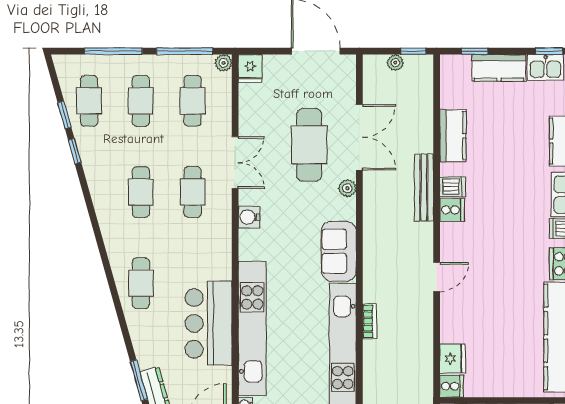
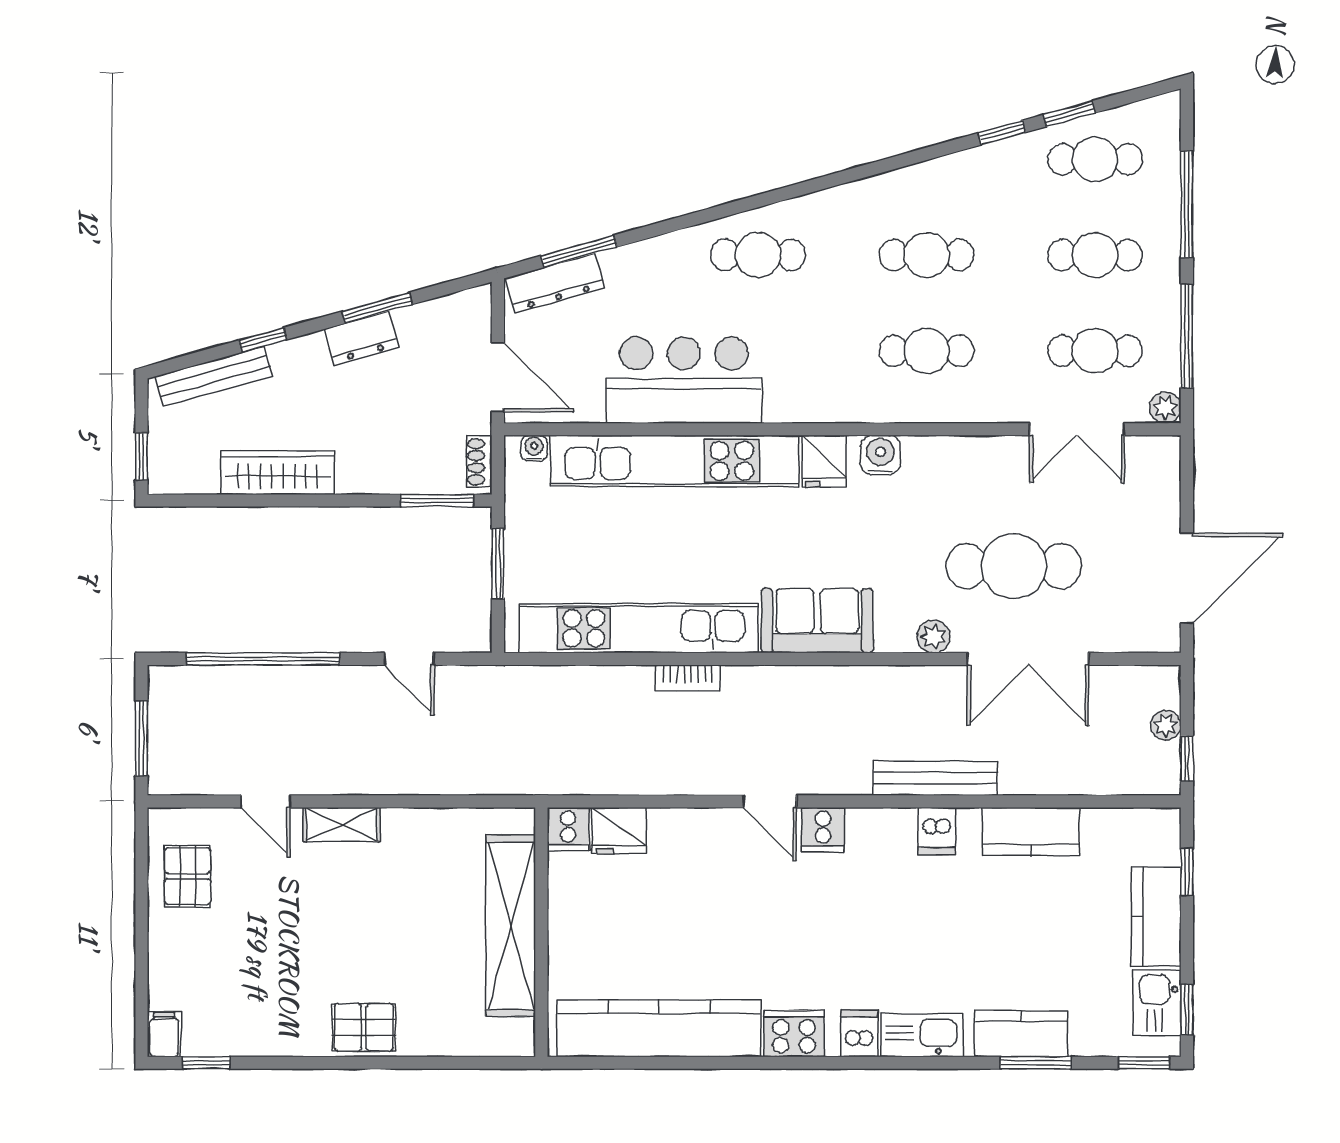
fridge: (250, 69) -> (824, 461), moved, turned -90
double door: (235, 163) -> (1077, 429), moved
cooker: (452, 210) -> (823, 830), moved

